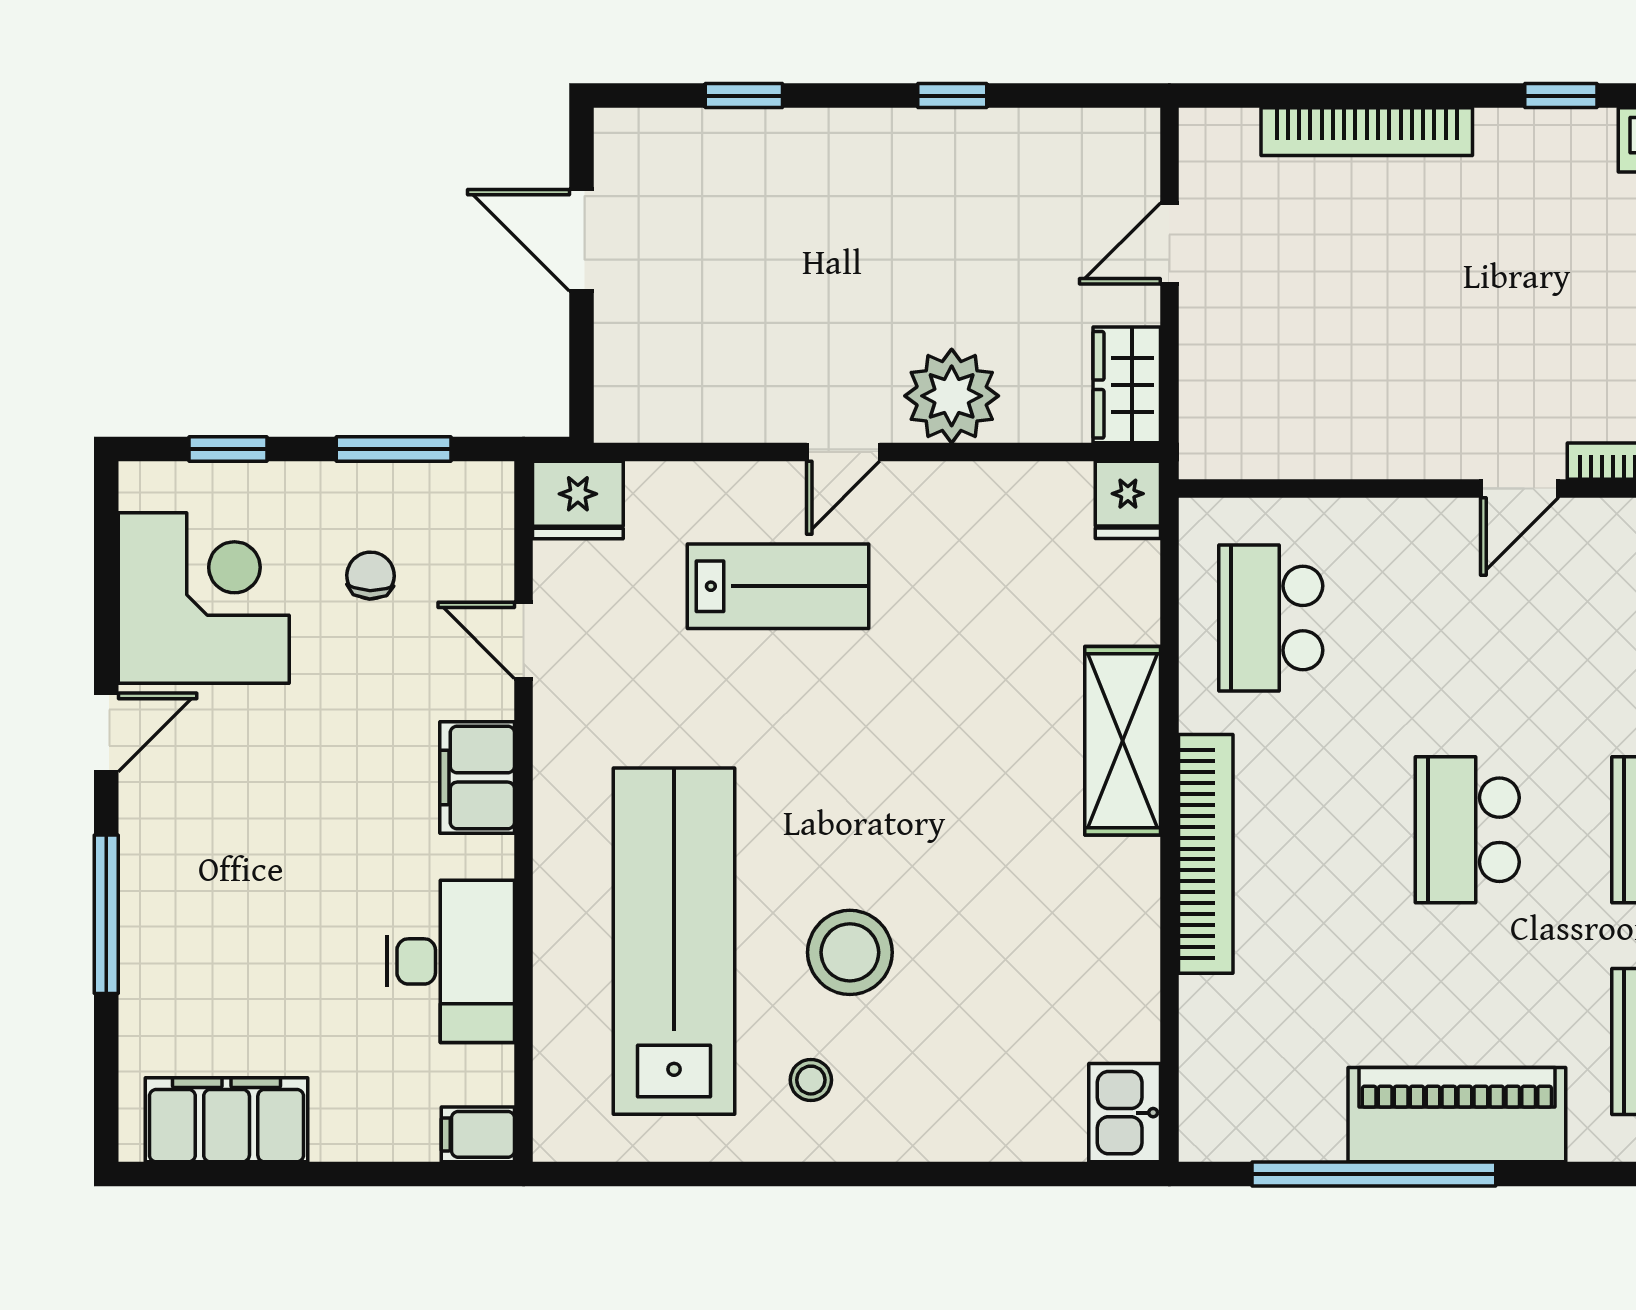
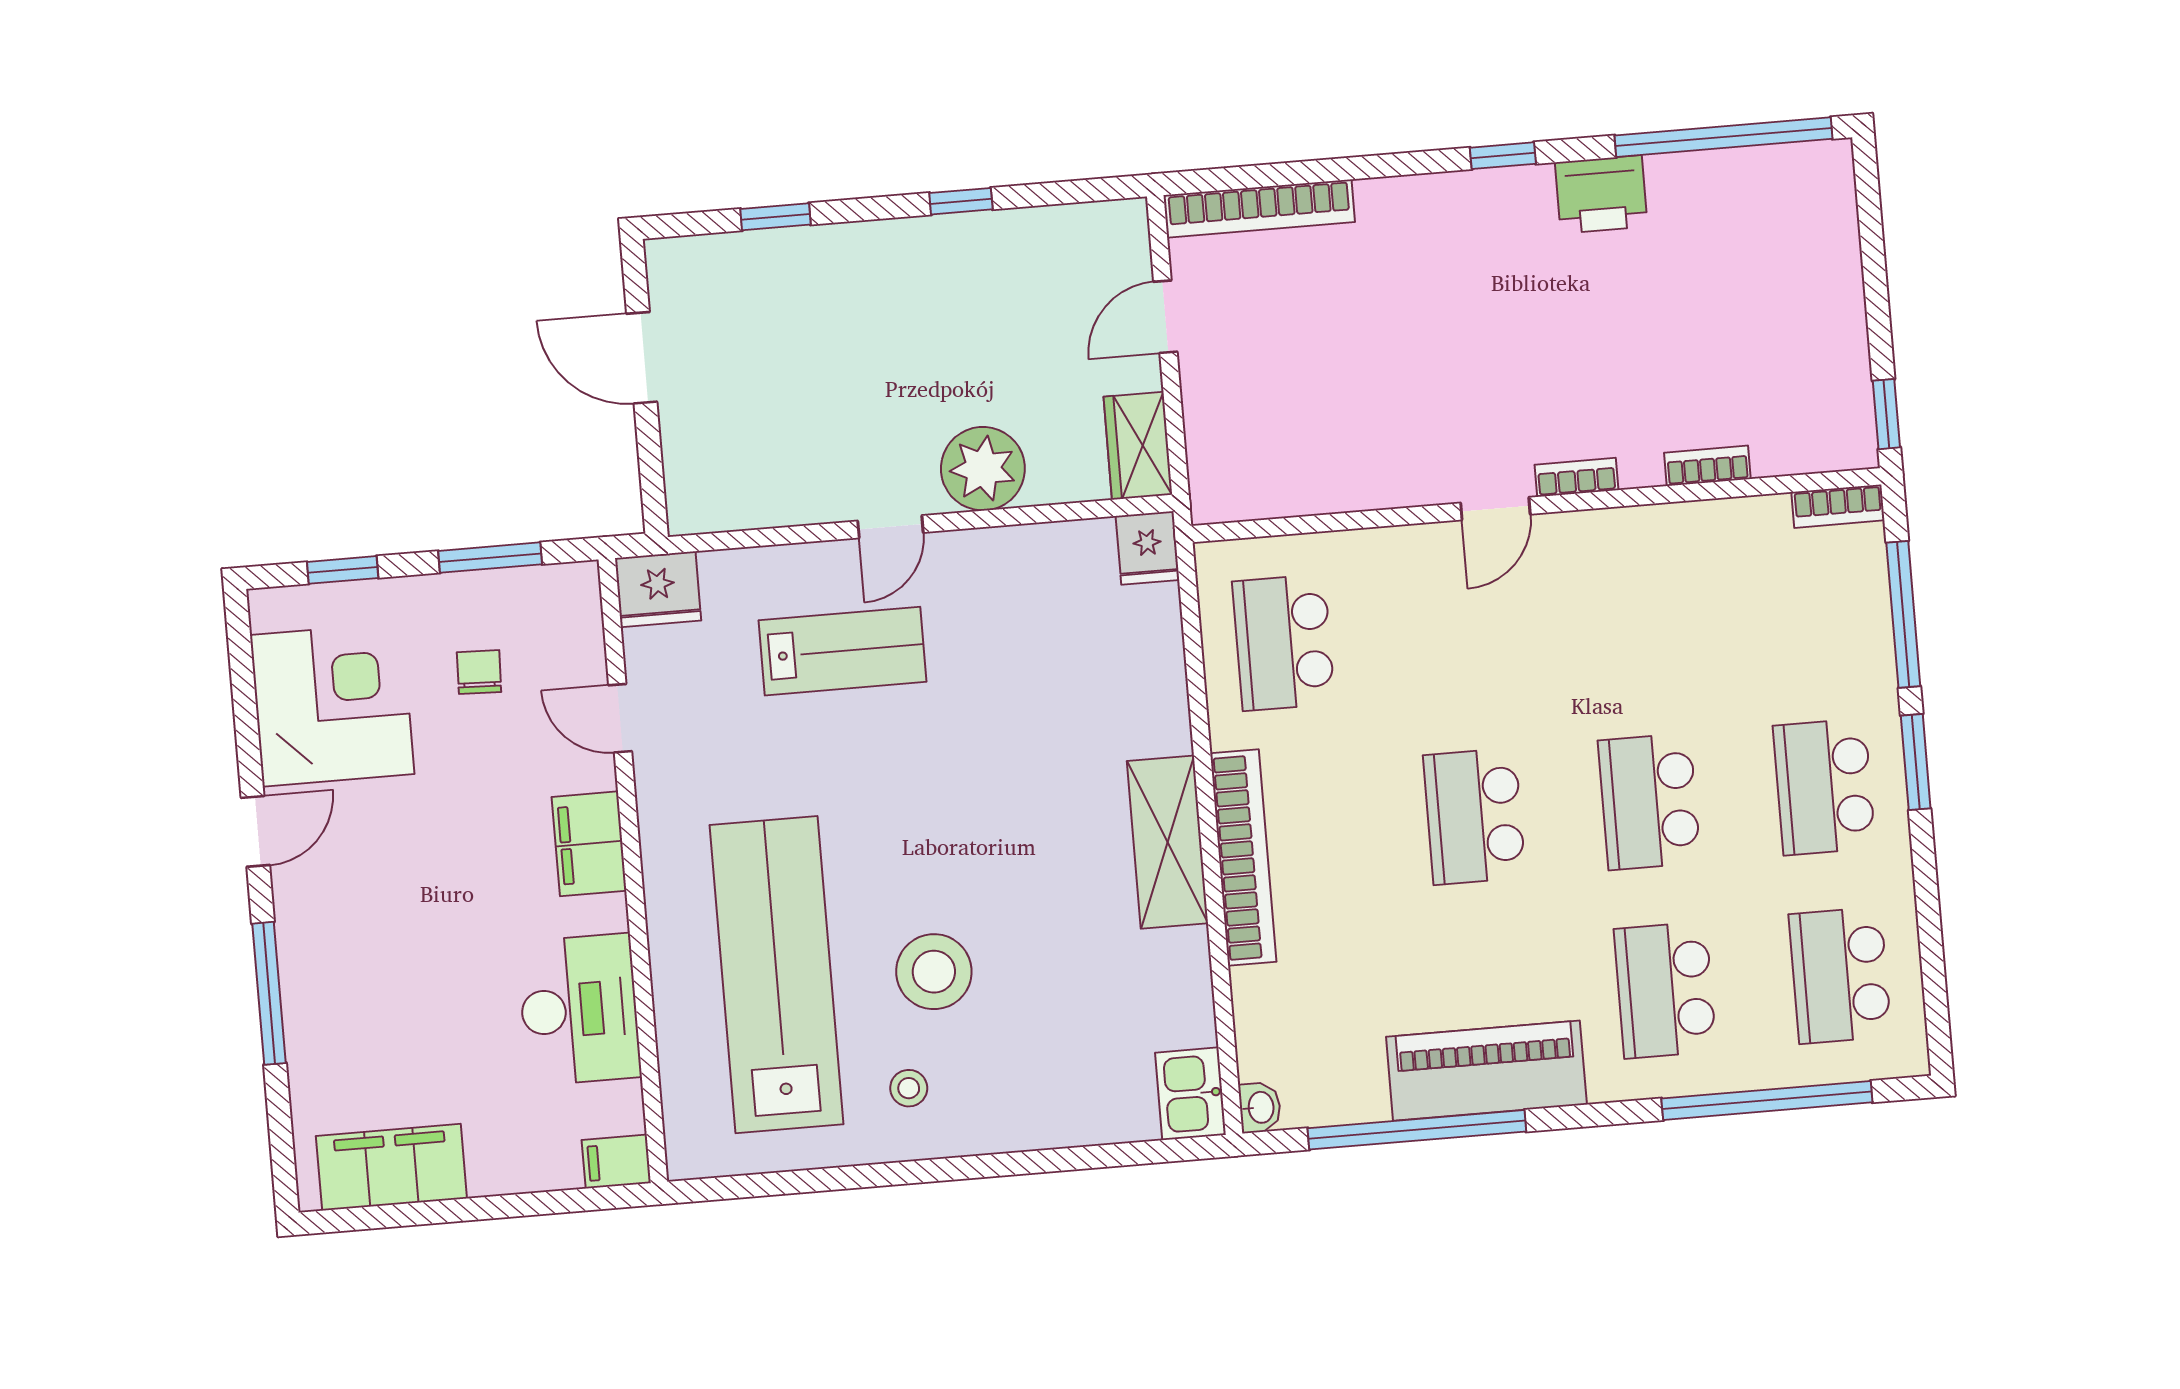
bookcase: (1367, 132) -> (1259, 209), moved
shelving: (1123, 741) -> (1167, 842), moved
washbasin: (1201, 1134) -> (1260, 1107), added

